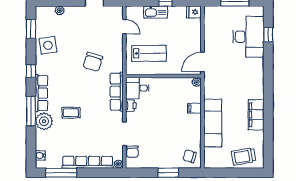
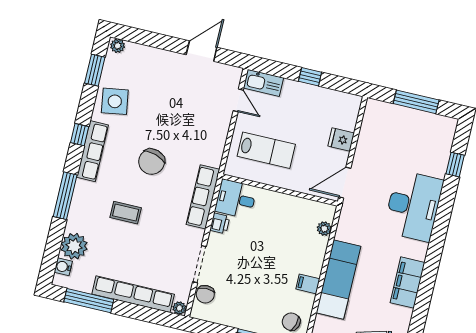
plant: (60, 10) -> (118, 46), moved
kitchen sink: (156, 12) -> (263, 83), moved
fridge: (194, 12) -> (341, 140), moved
desk: (248, 37) -> (413, 206), moved
chair: (93, 62) -> (152, 162), moved
plant: (197, 82) -> (324, 229), moved
row of seats: (41, 93) -> (93, 151), moved
filing cabinet: (194, 108) -> (308, 284), moved
plant: (44, 121) -> (74, 246), moved

